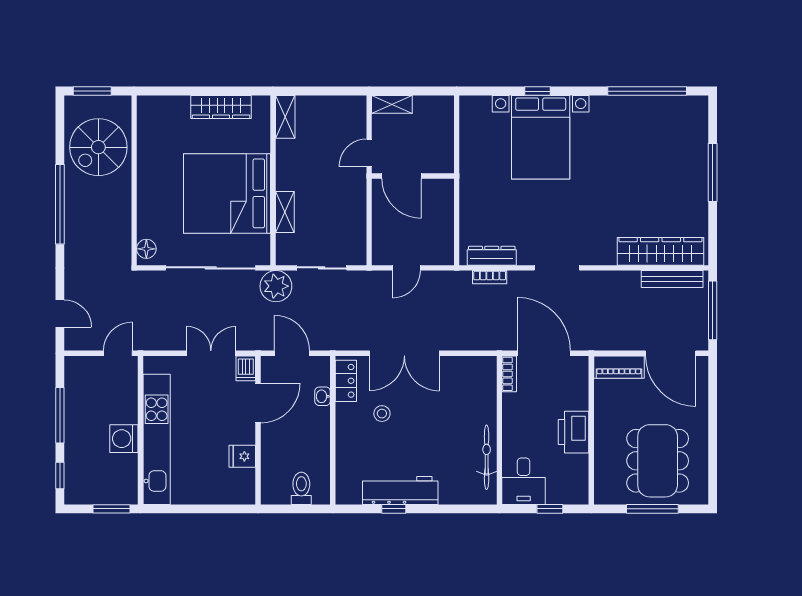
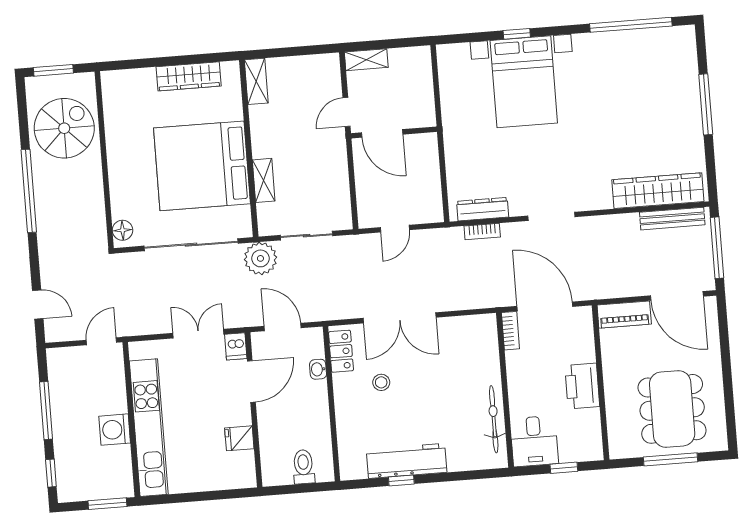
spiral stairs: (98, 147) -> (64, 128), turned 180

